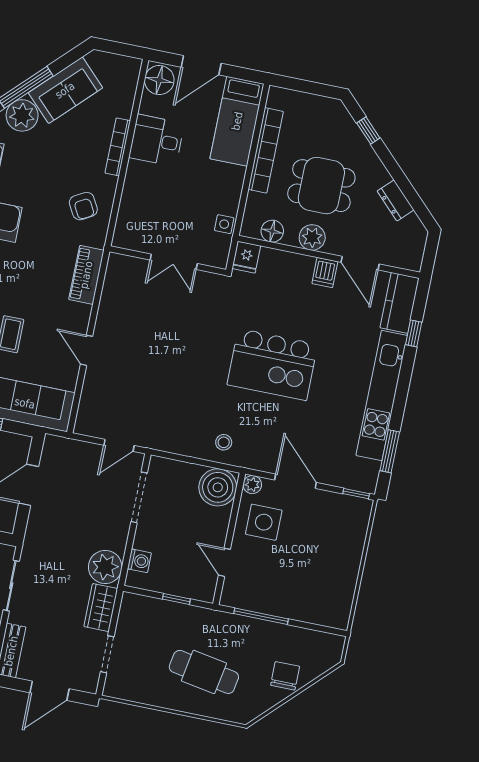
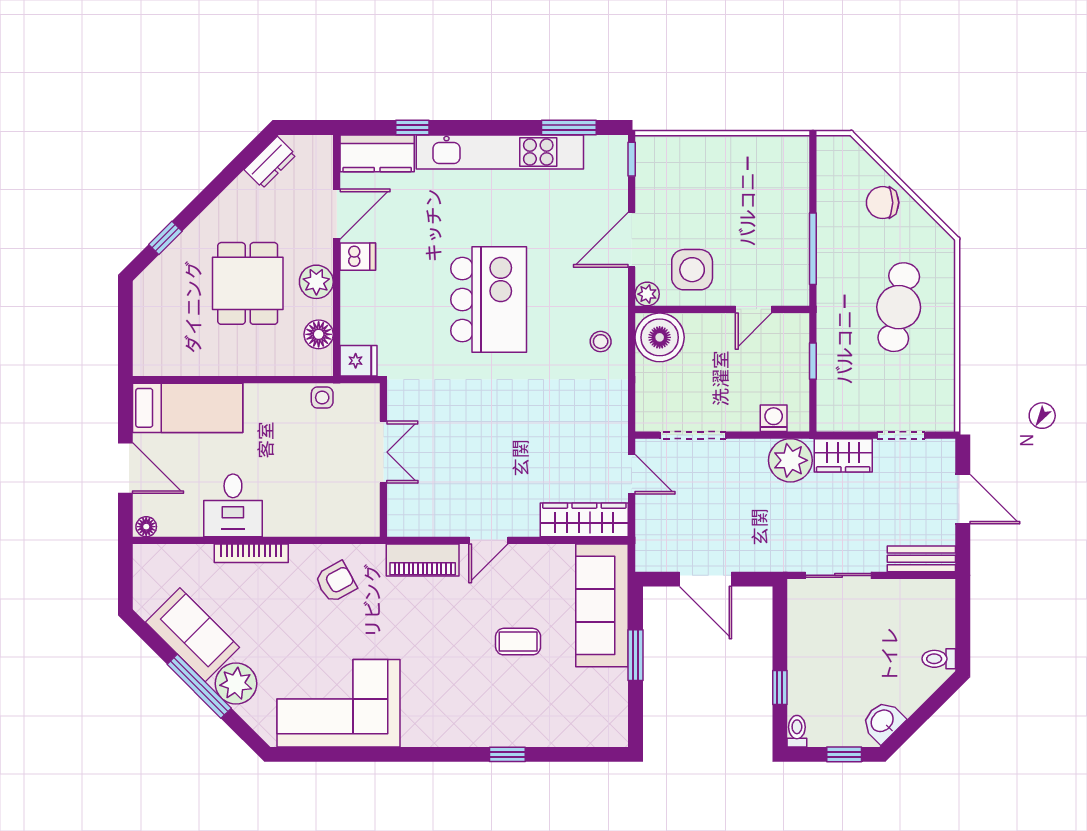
floor lamp: (159, 80) -> (146, 527), width x0.53, depth x0.53
bookcase: (266, 150) -> (217, 364), removed
dresser: (396, 200) -> (270, 162), moved
door: (87, 350) -> (488, 540), moved
wardrobe: (92, 403) -> (584, 520), added

